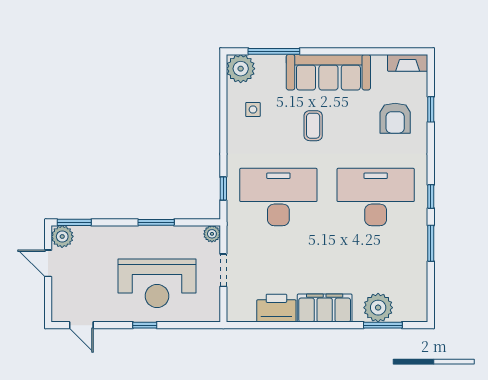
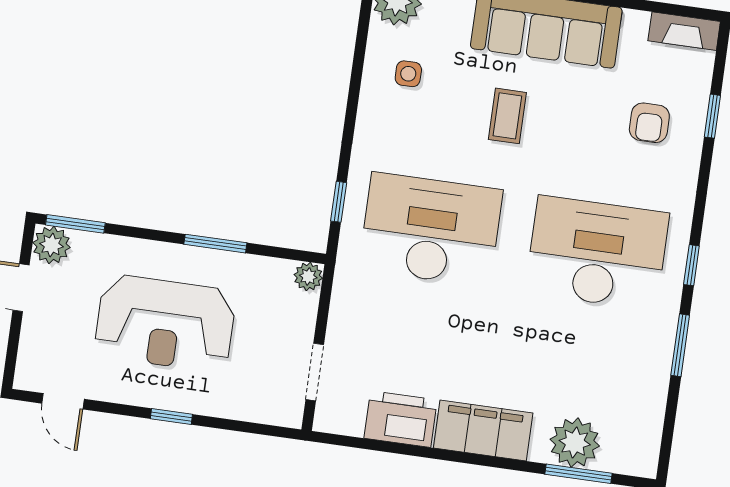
armchair: (395, 118) -> (649, 123), width x0.72, depth x0.72
doorway: (223, 270) -> (315, 372), moved
reception desk: (157, 283) -> (165, 323), moved

